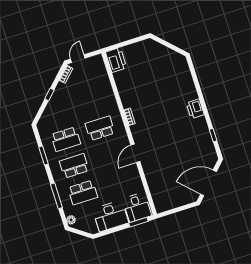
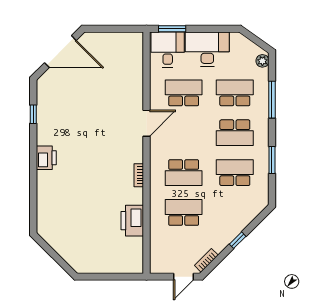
printer: (116, 60) -> (132, 221), moved
school desk: (91, 102) -> (184, 212), added
school desk: (117, 182) -> (184, 93), added

